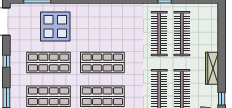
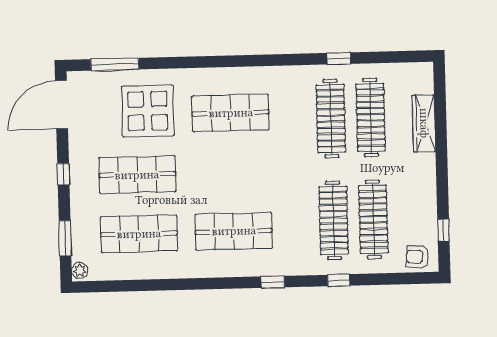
shop shelf: (102, 63) -> (231, 113), moved
wardrobe: (212, 68) -> (424, 123), moved

